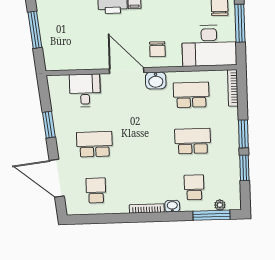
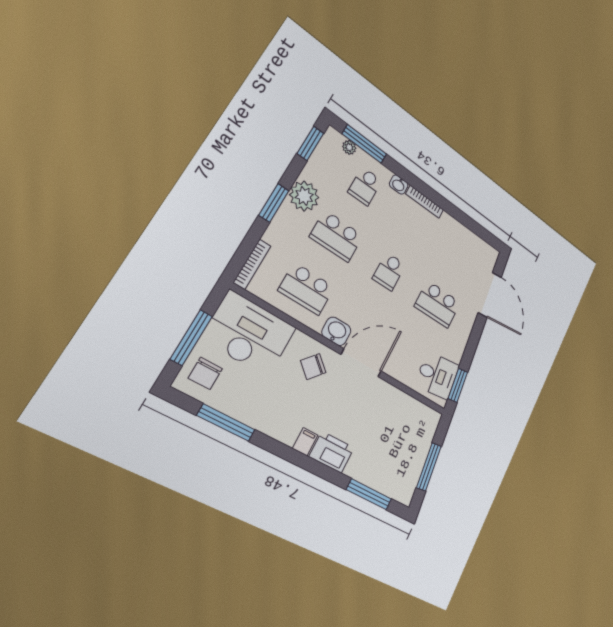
chair: (157, 49) -> (313, 367), turned -139
door: (127, 71) -> (361, 363), swing flipped
desk: (85, 90) -> (437, 375), moved, turned -97
window: (49, 125) -> (458, 385), moved
plant: (228, 152) -> (304, 196), added
window: (244, 168) -> (310, 143), moved
school desk: (96, 190) -> (389, 272), moved

